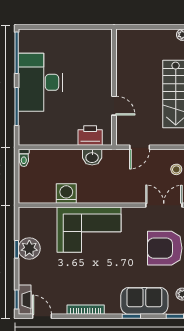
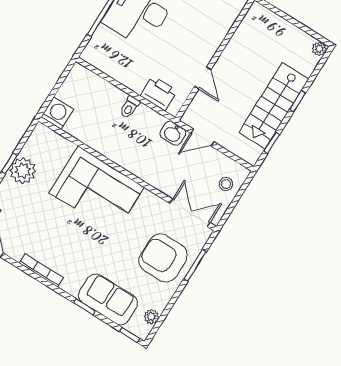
washbasin: (92, 157) -> (173, 133), moved
toilet: (24, 158) -> (130, 107), moved
washing machine: (66, 193) -> (57, 113), moved

